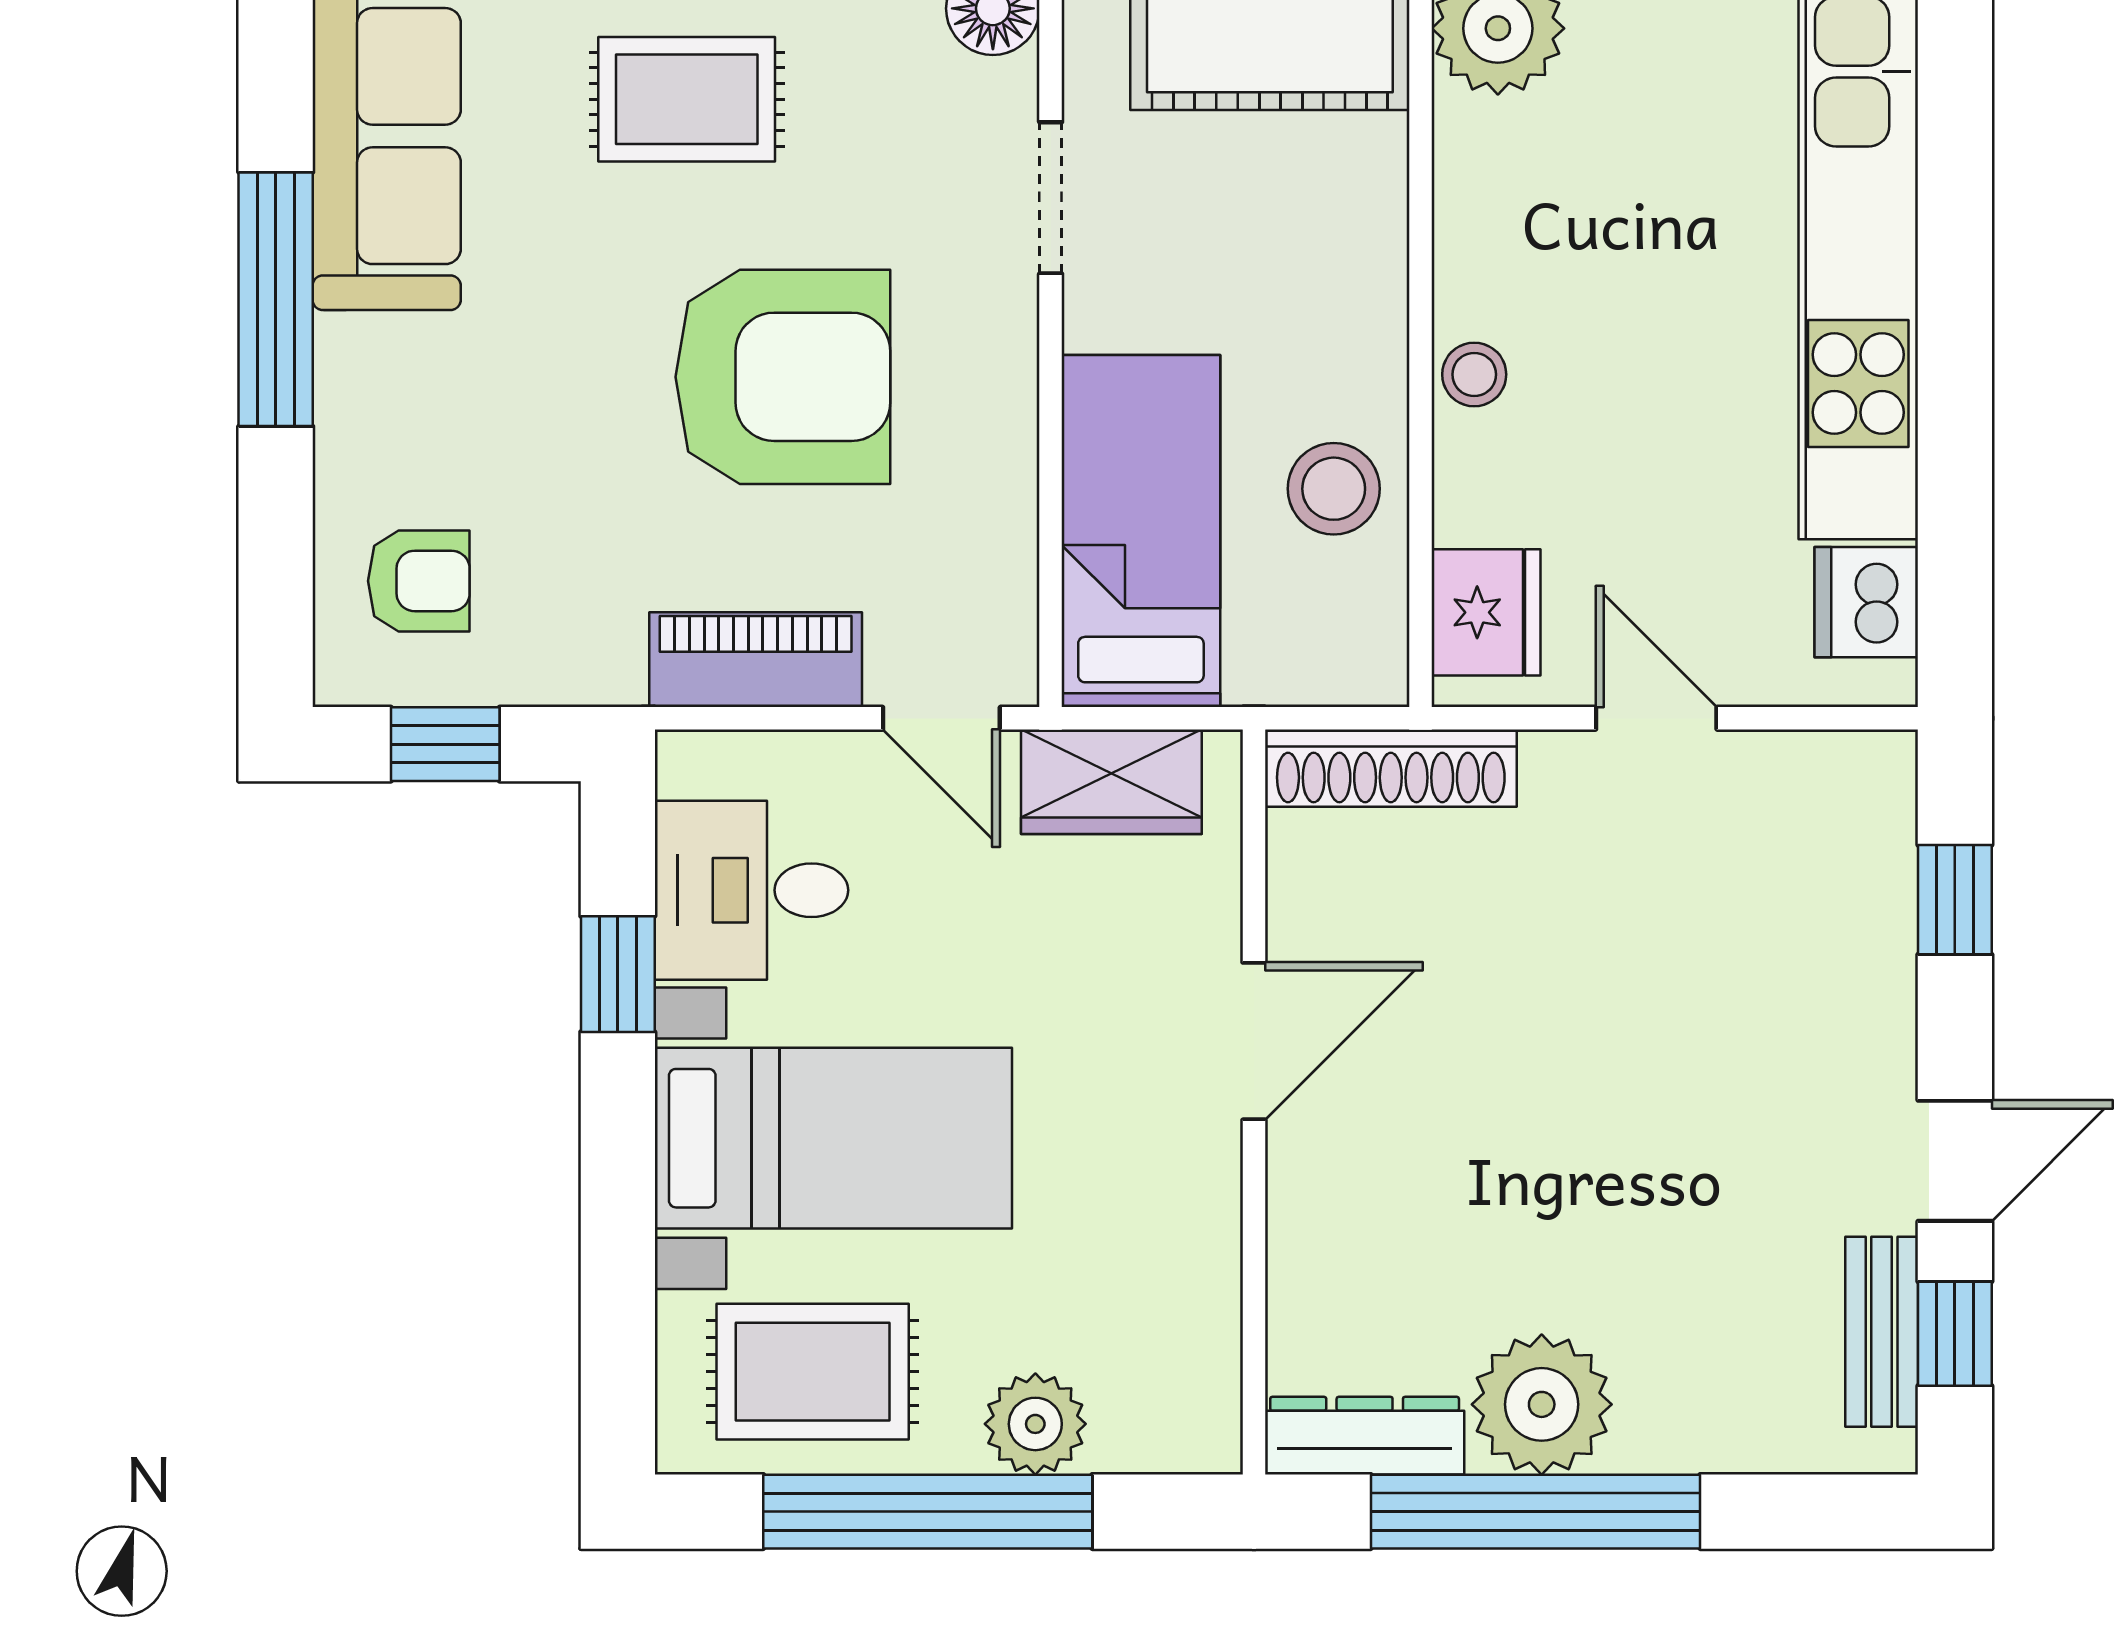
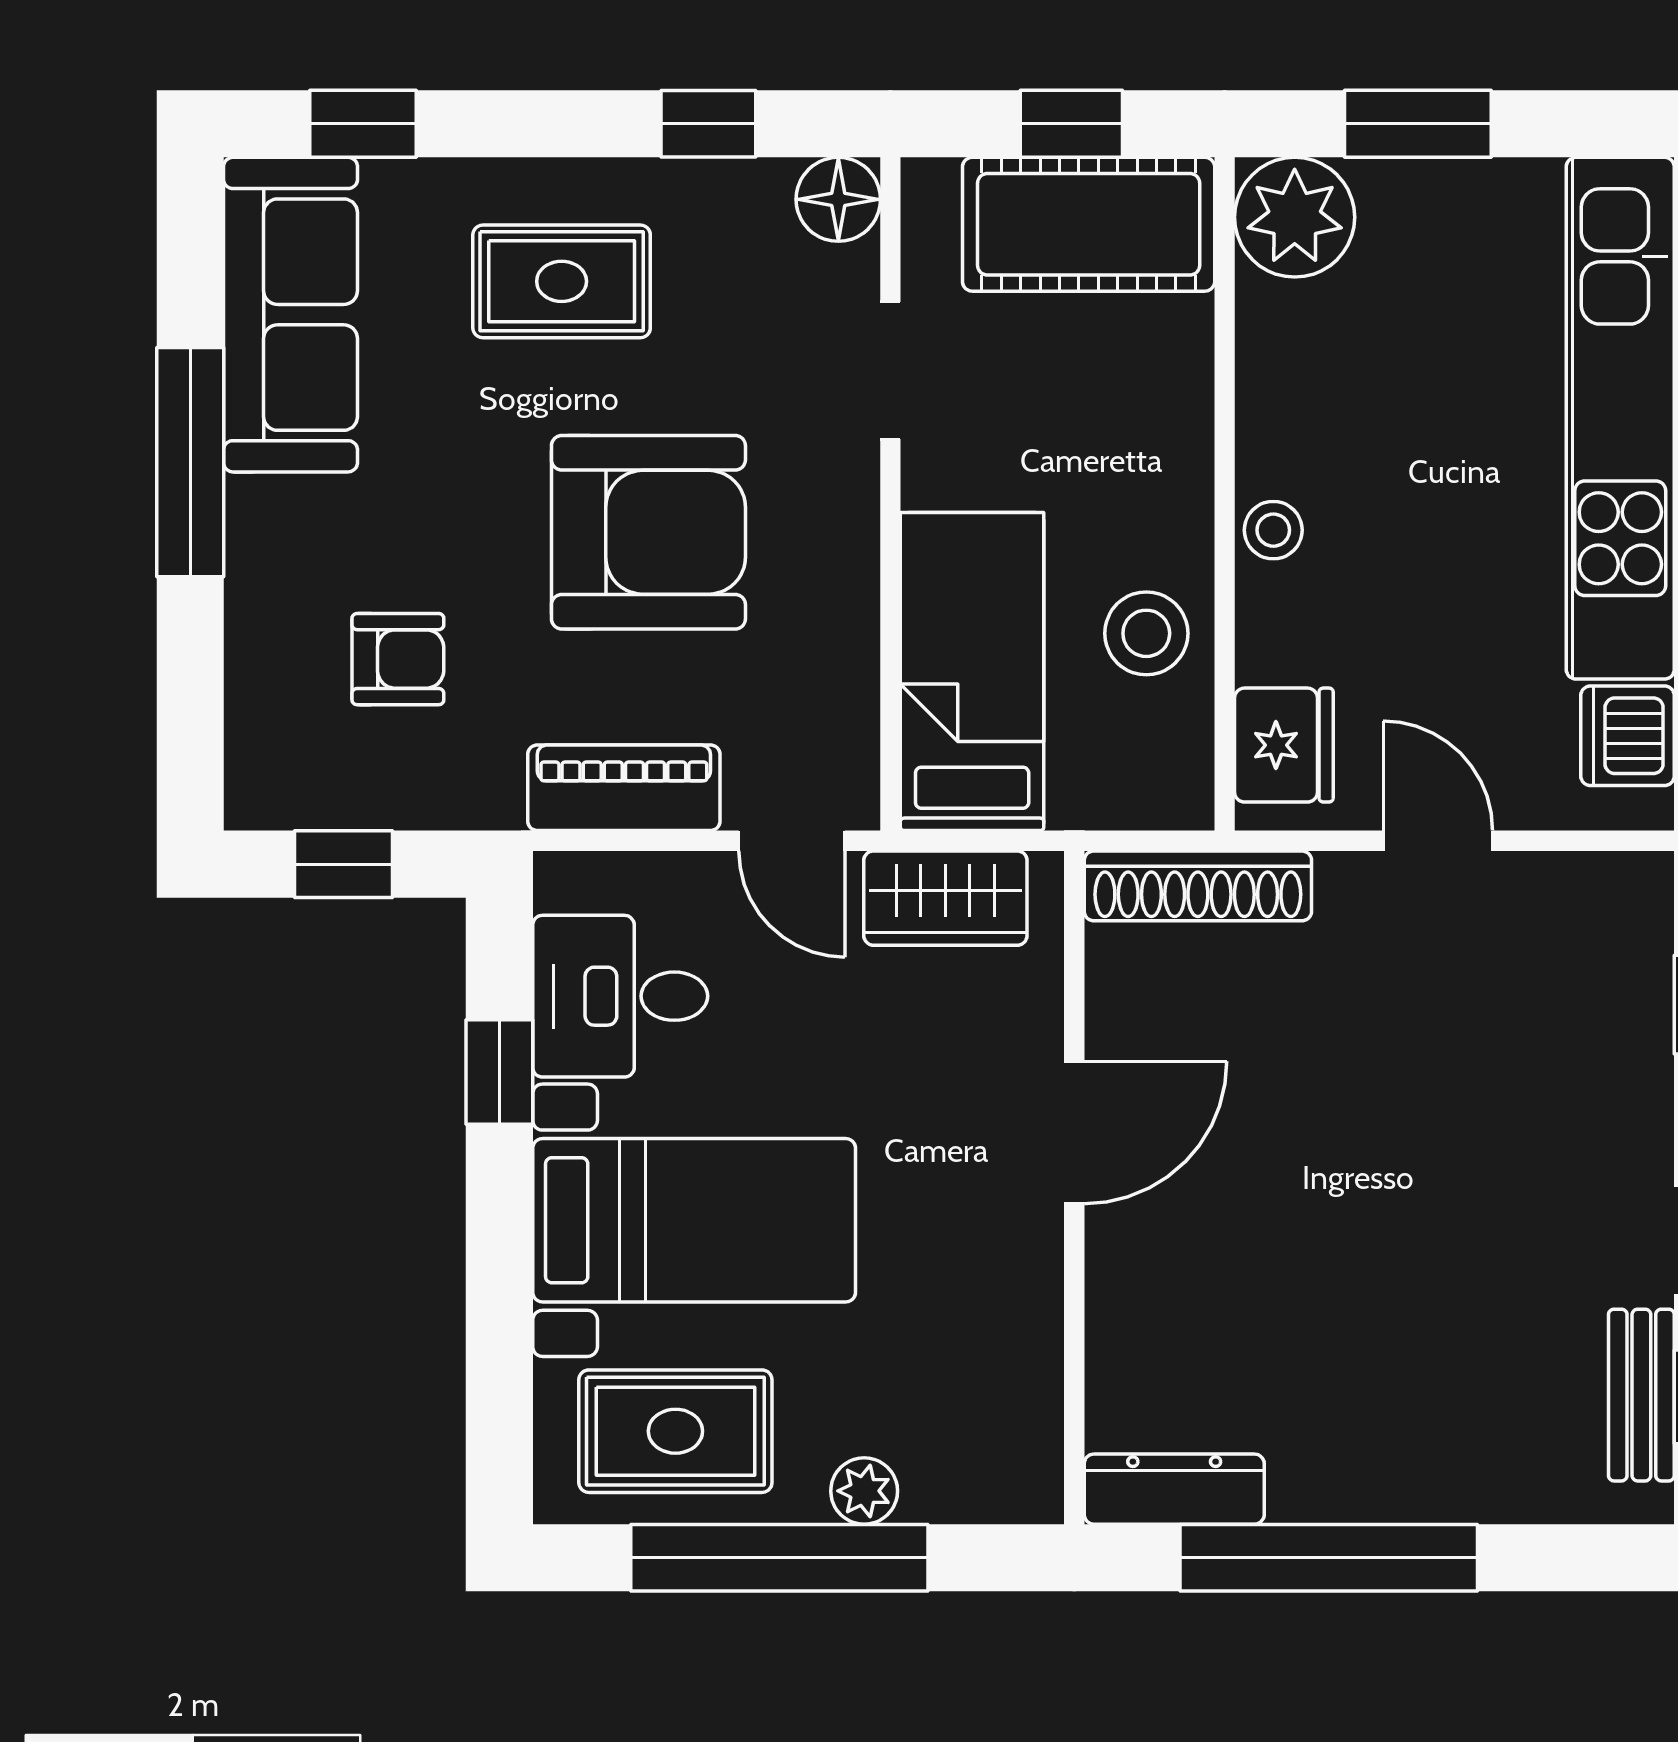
armchair: (419, 581) -> (398, 659), moved
plant: (1542, 1404) -> (1334, 1461), removed
plant: (1035, 1424) -> (864, 1491), width x0.73, depth x0.73

